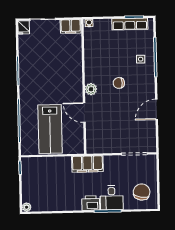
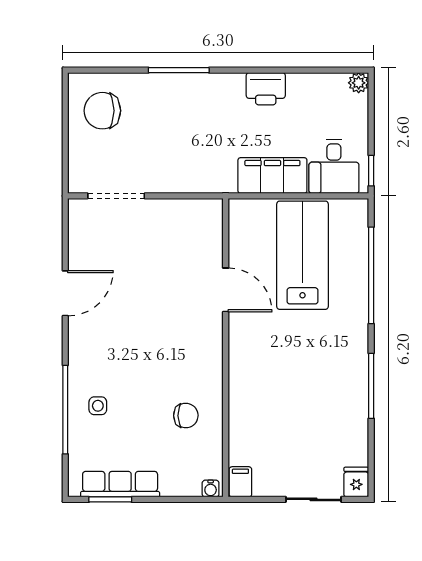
filing cabinet: (71, 26) -> (240, 482), width x0.50
chair: (119, 83) -> (186, 416), moved
plant: (91, 89) -> (210, 342), removed
filing cabinet: (87, 164) -> (272, 176), moved
chair: (142, 192) -> (102, 111), turned 80
desk: (112, 198) -> (334, 167), moved, turned 180
printer: (91, 203) -> (266, 89), moved

